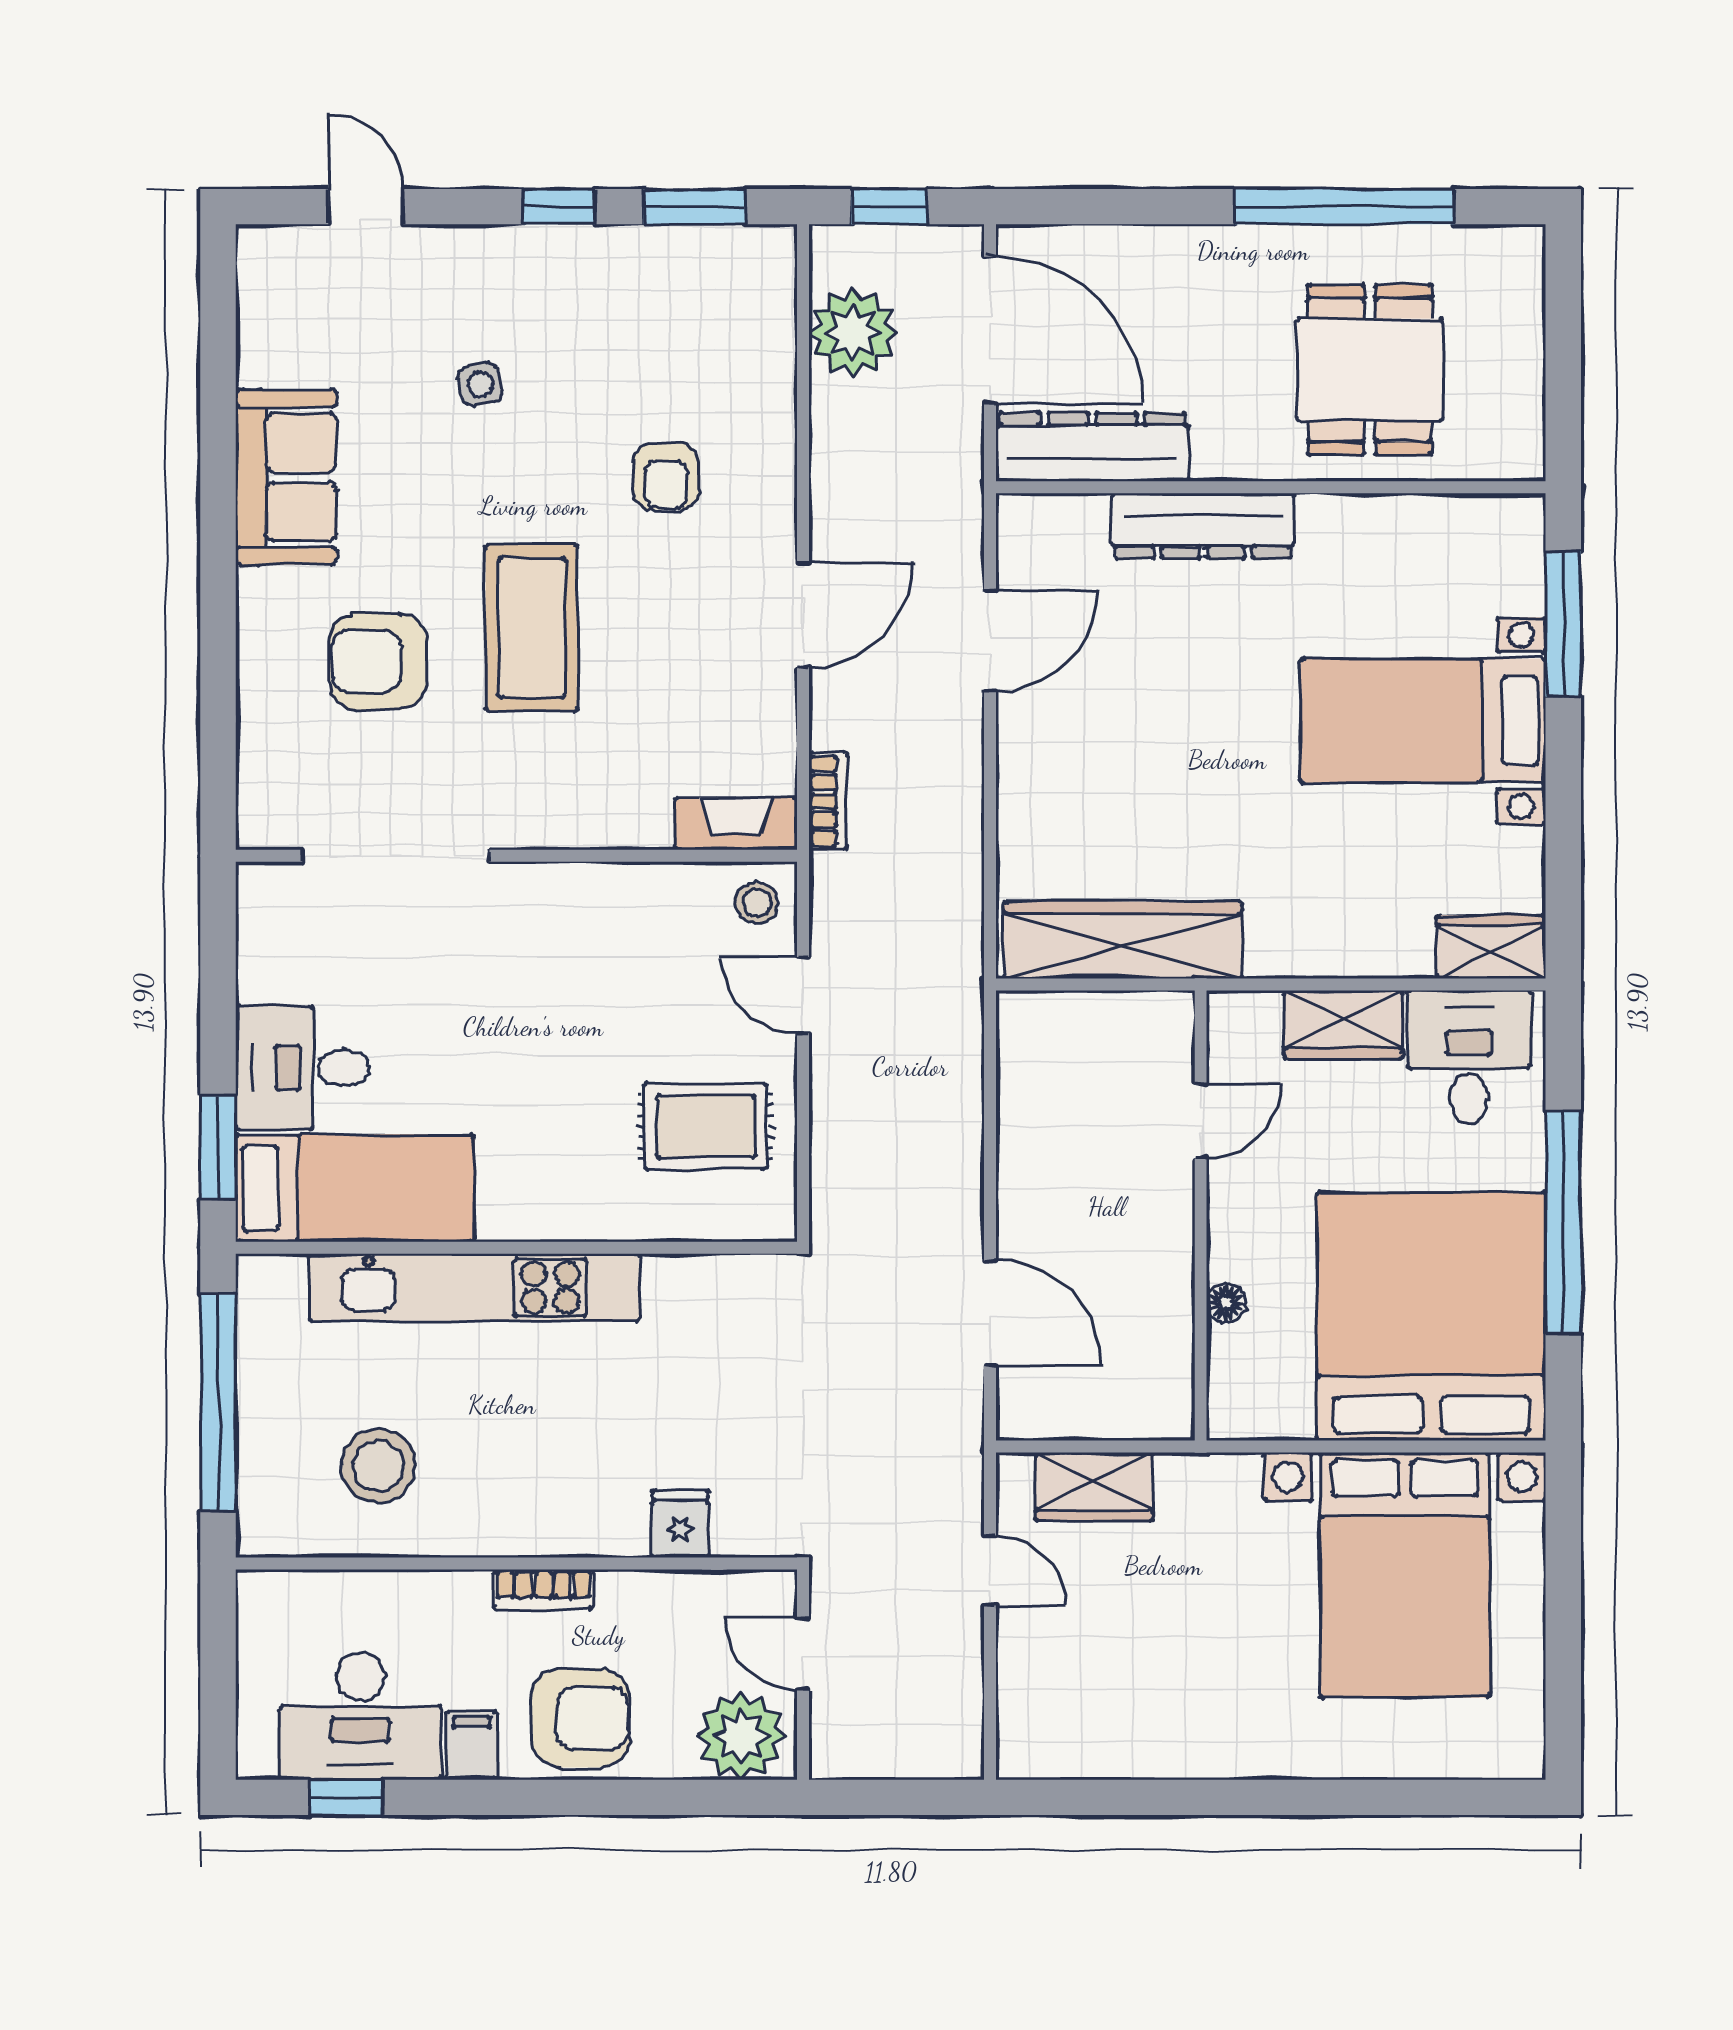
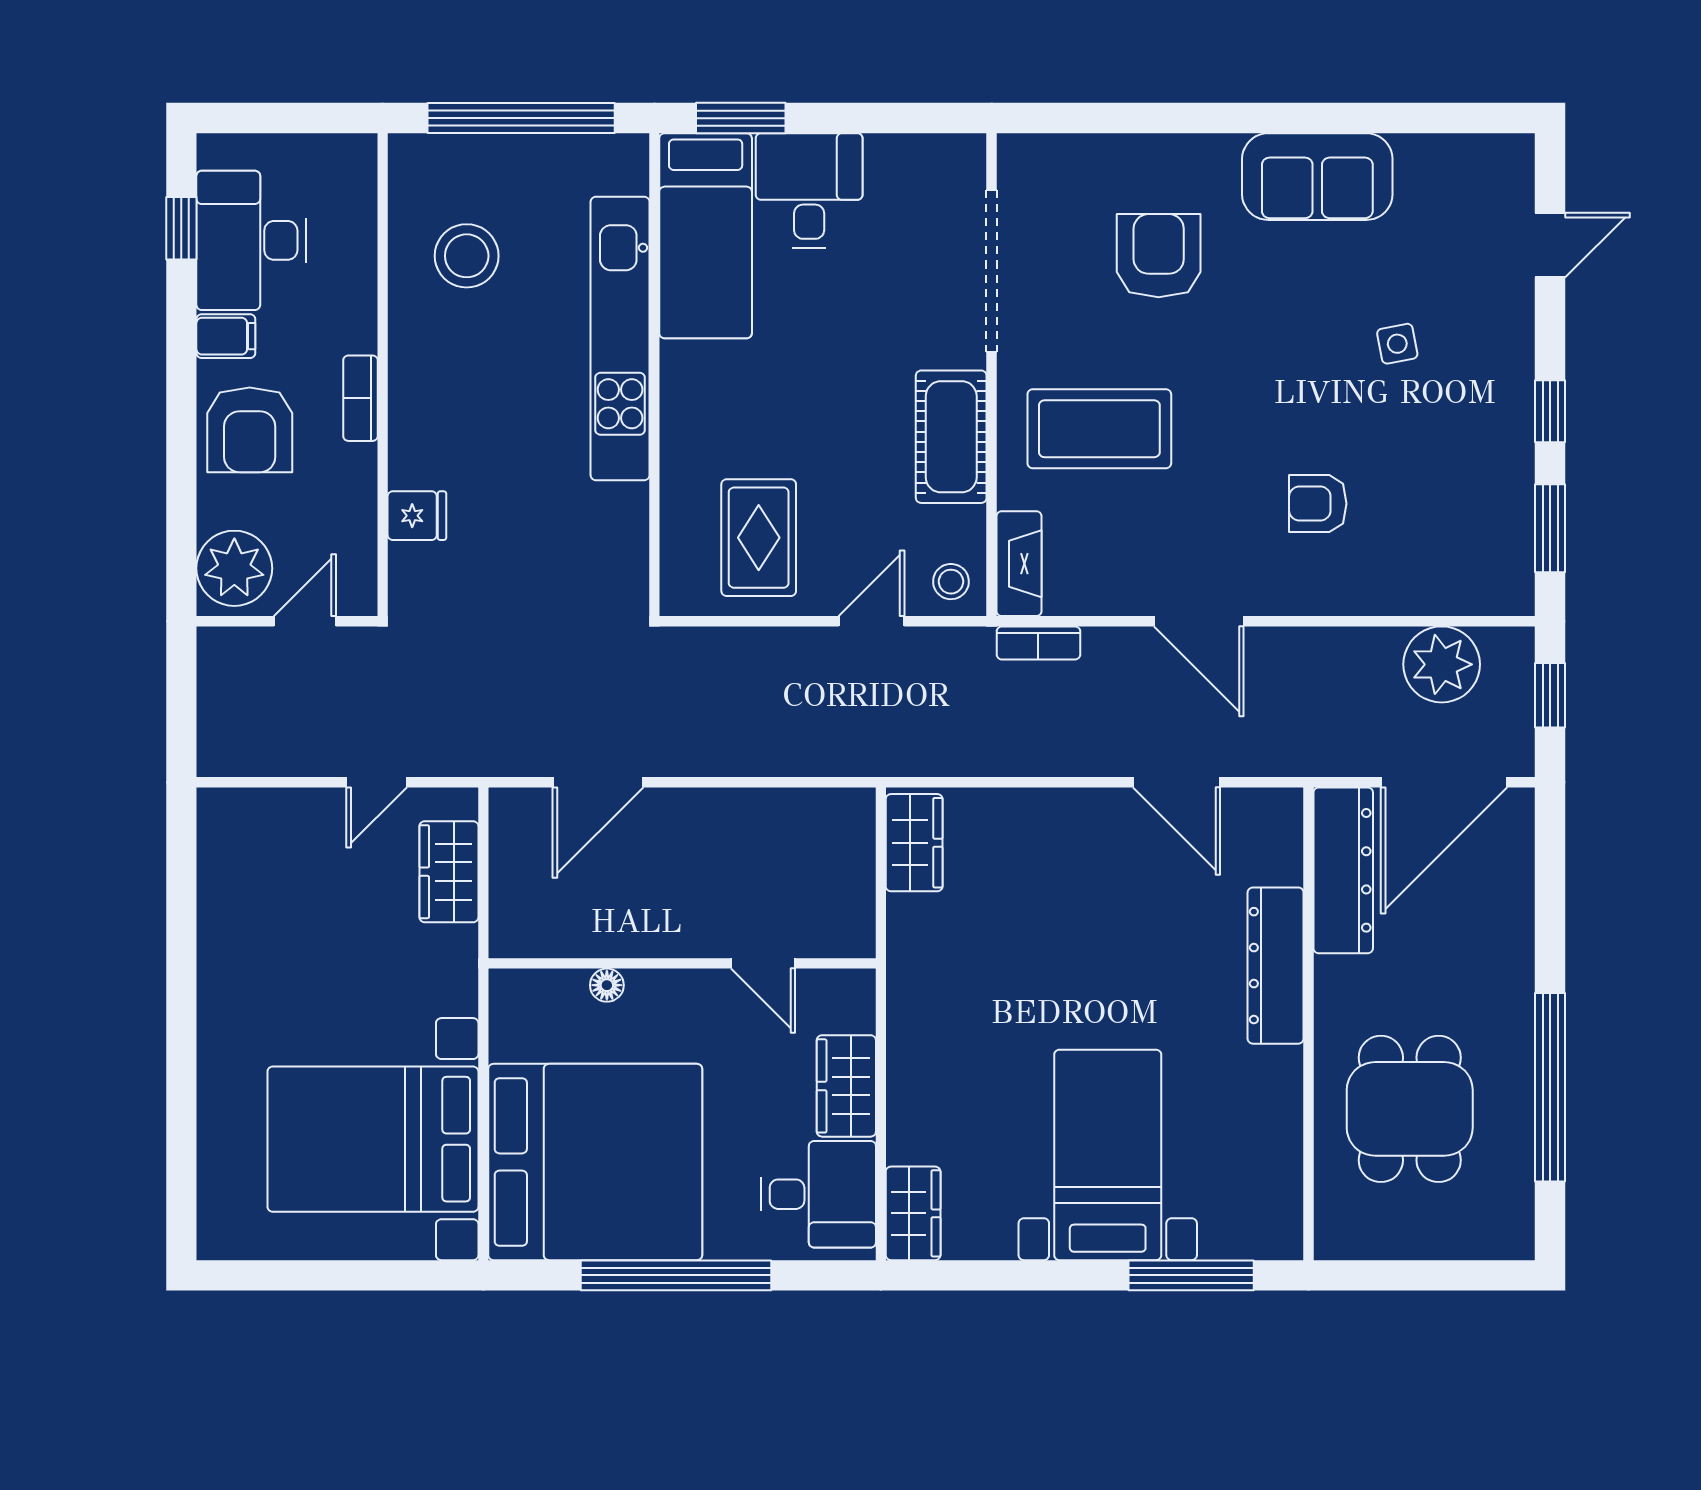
dining table: (1370, 370) -> (1410, 1109), turned 90
coffee table: (532, 628) -> (1099, 429), moved
cot: (588, 903) -> (951, 437), added
wardrobe: (1123, 940) -> (914, 843), width x0.48, depth x0.85

